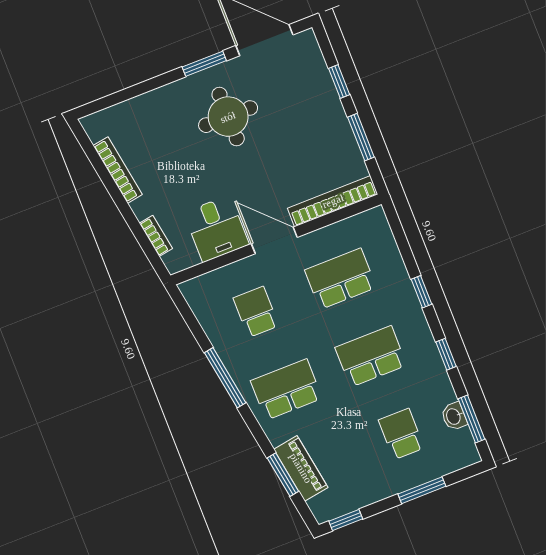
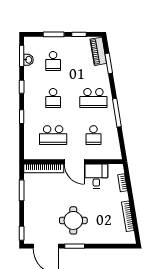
window: (339, 81) -> (22, 233), moved
school desk: (371, 356) -> (53, 98), width x0.54
piano: (301, 468) -> (98, 51), moved
window: (346, 520) -> (79, 34), moved

